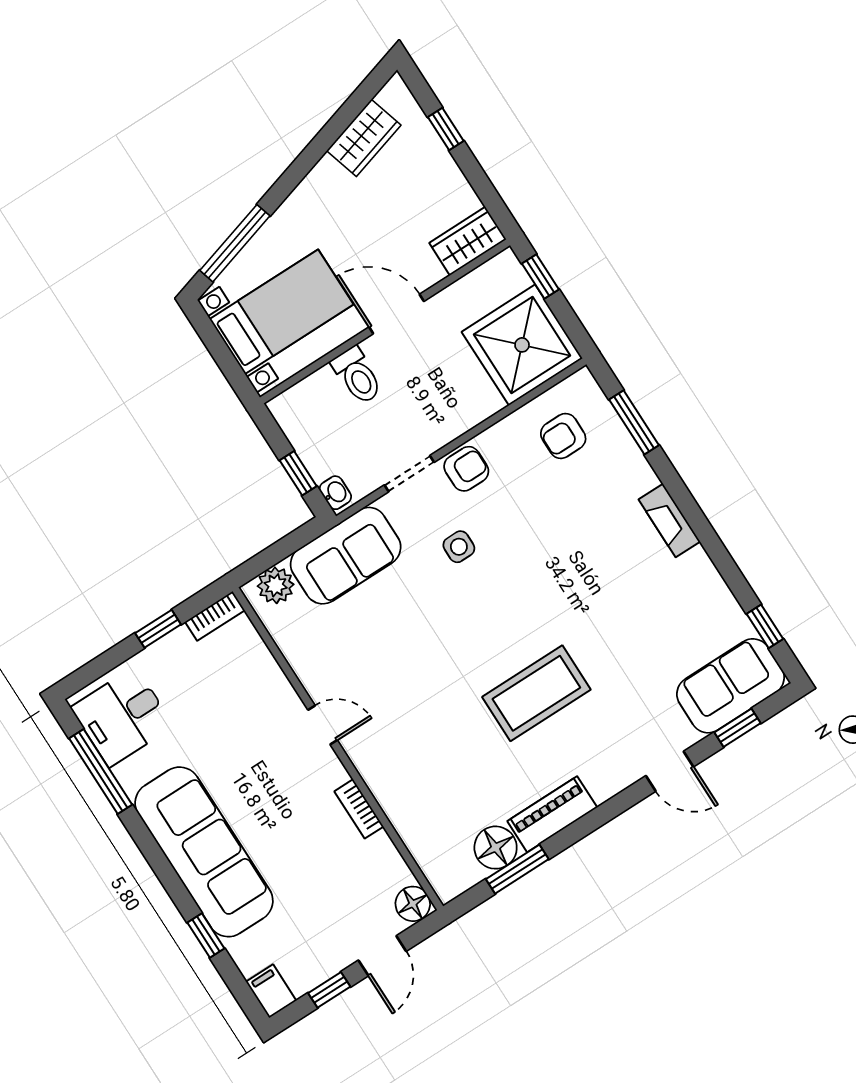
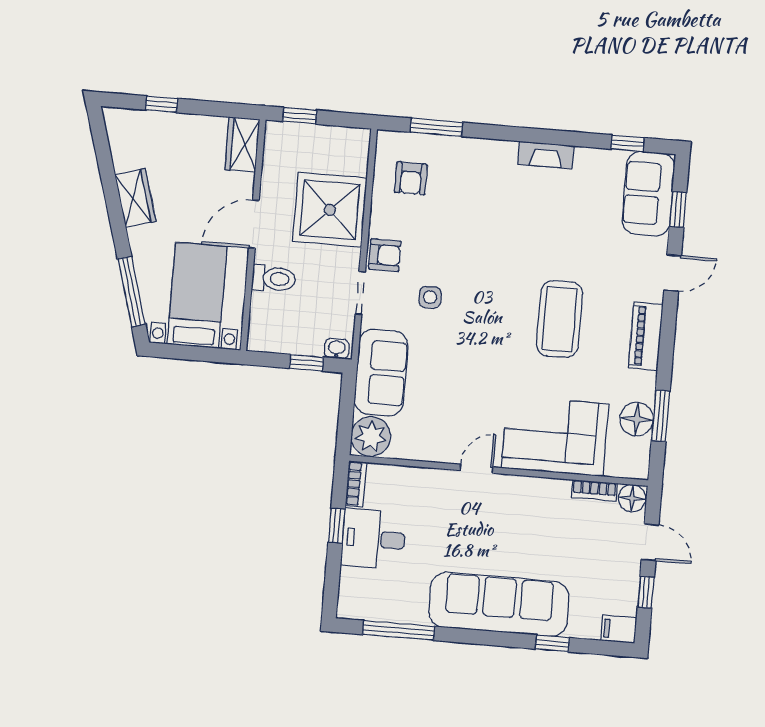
wardrobe: (364, 138) -> (135, 198), moved
shower: (522, 345) -> (330, 210), moved
armchair: (466, 469) -> (385, 255), turned 90
fireplace: (669, 520) -> (546, 155), moved
plant: (276, 585) -> (371, 437), width x1.36, depth x1.36
desk: (122, 717) -> (373, 539), moved, turned 90
corner sofa: (416, 779) -> (555, 436), added
bookcase: (359, 809) -> (594, 490), moved
piano: (552, 814) -> (646, 336), moved

